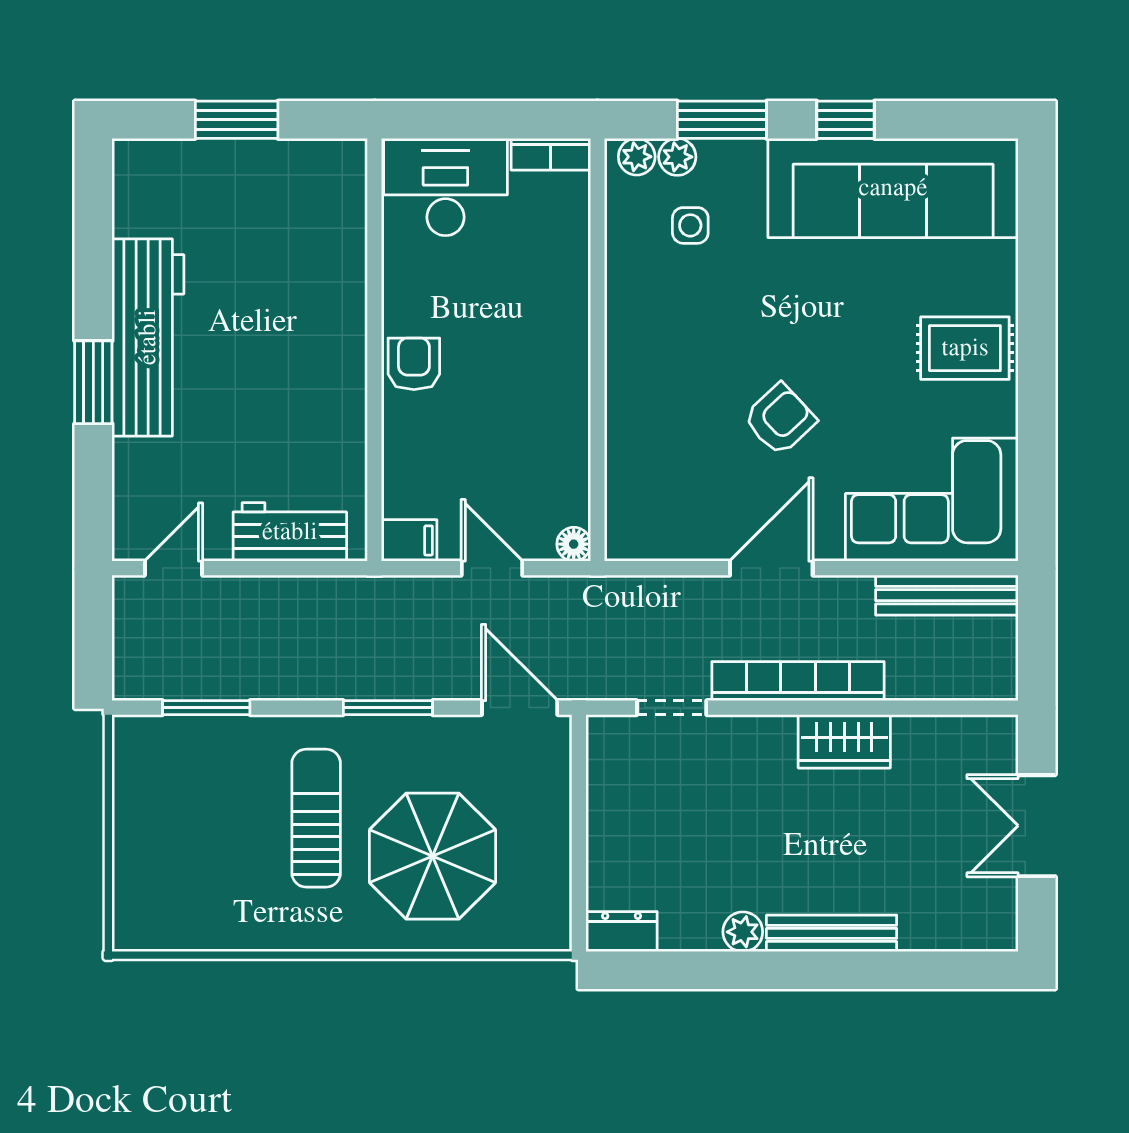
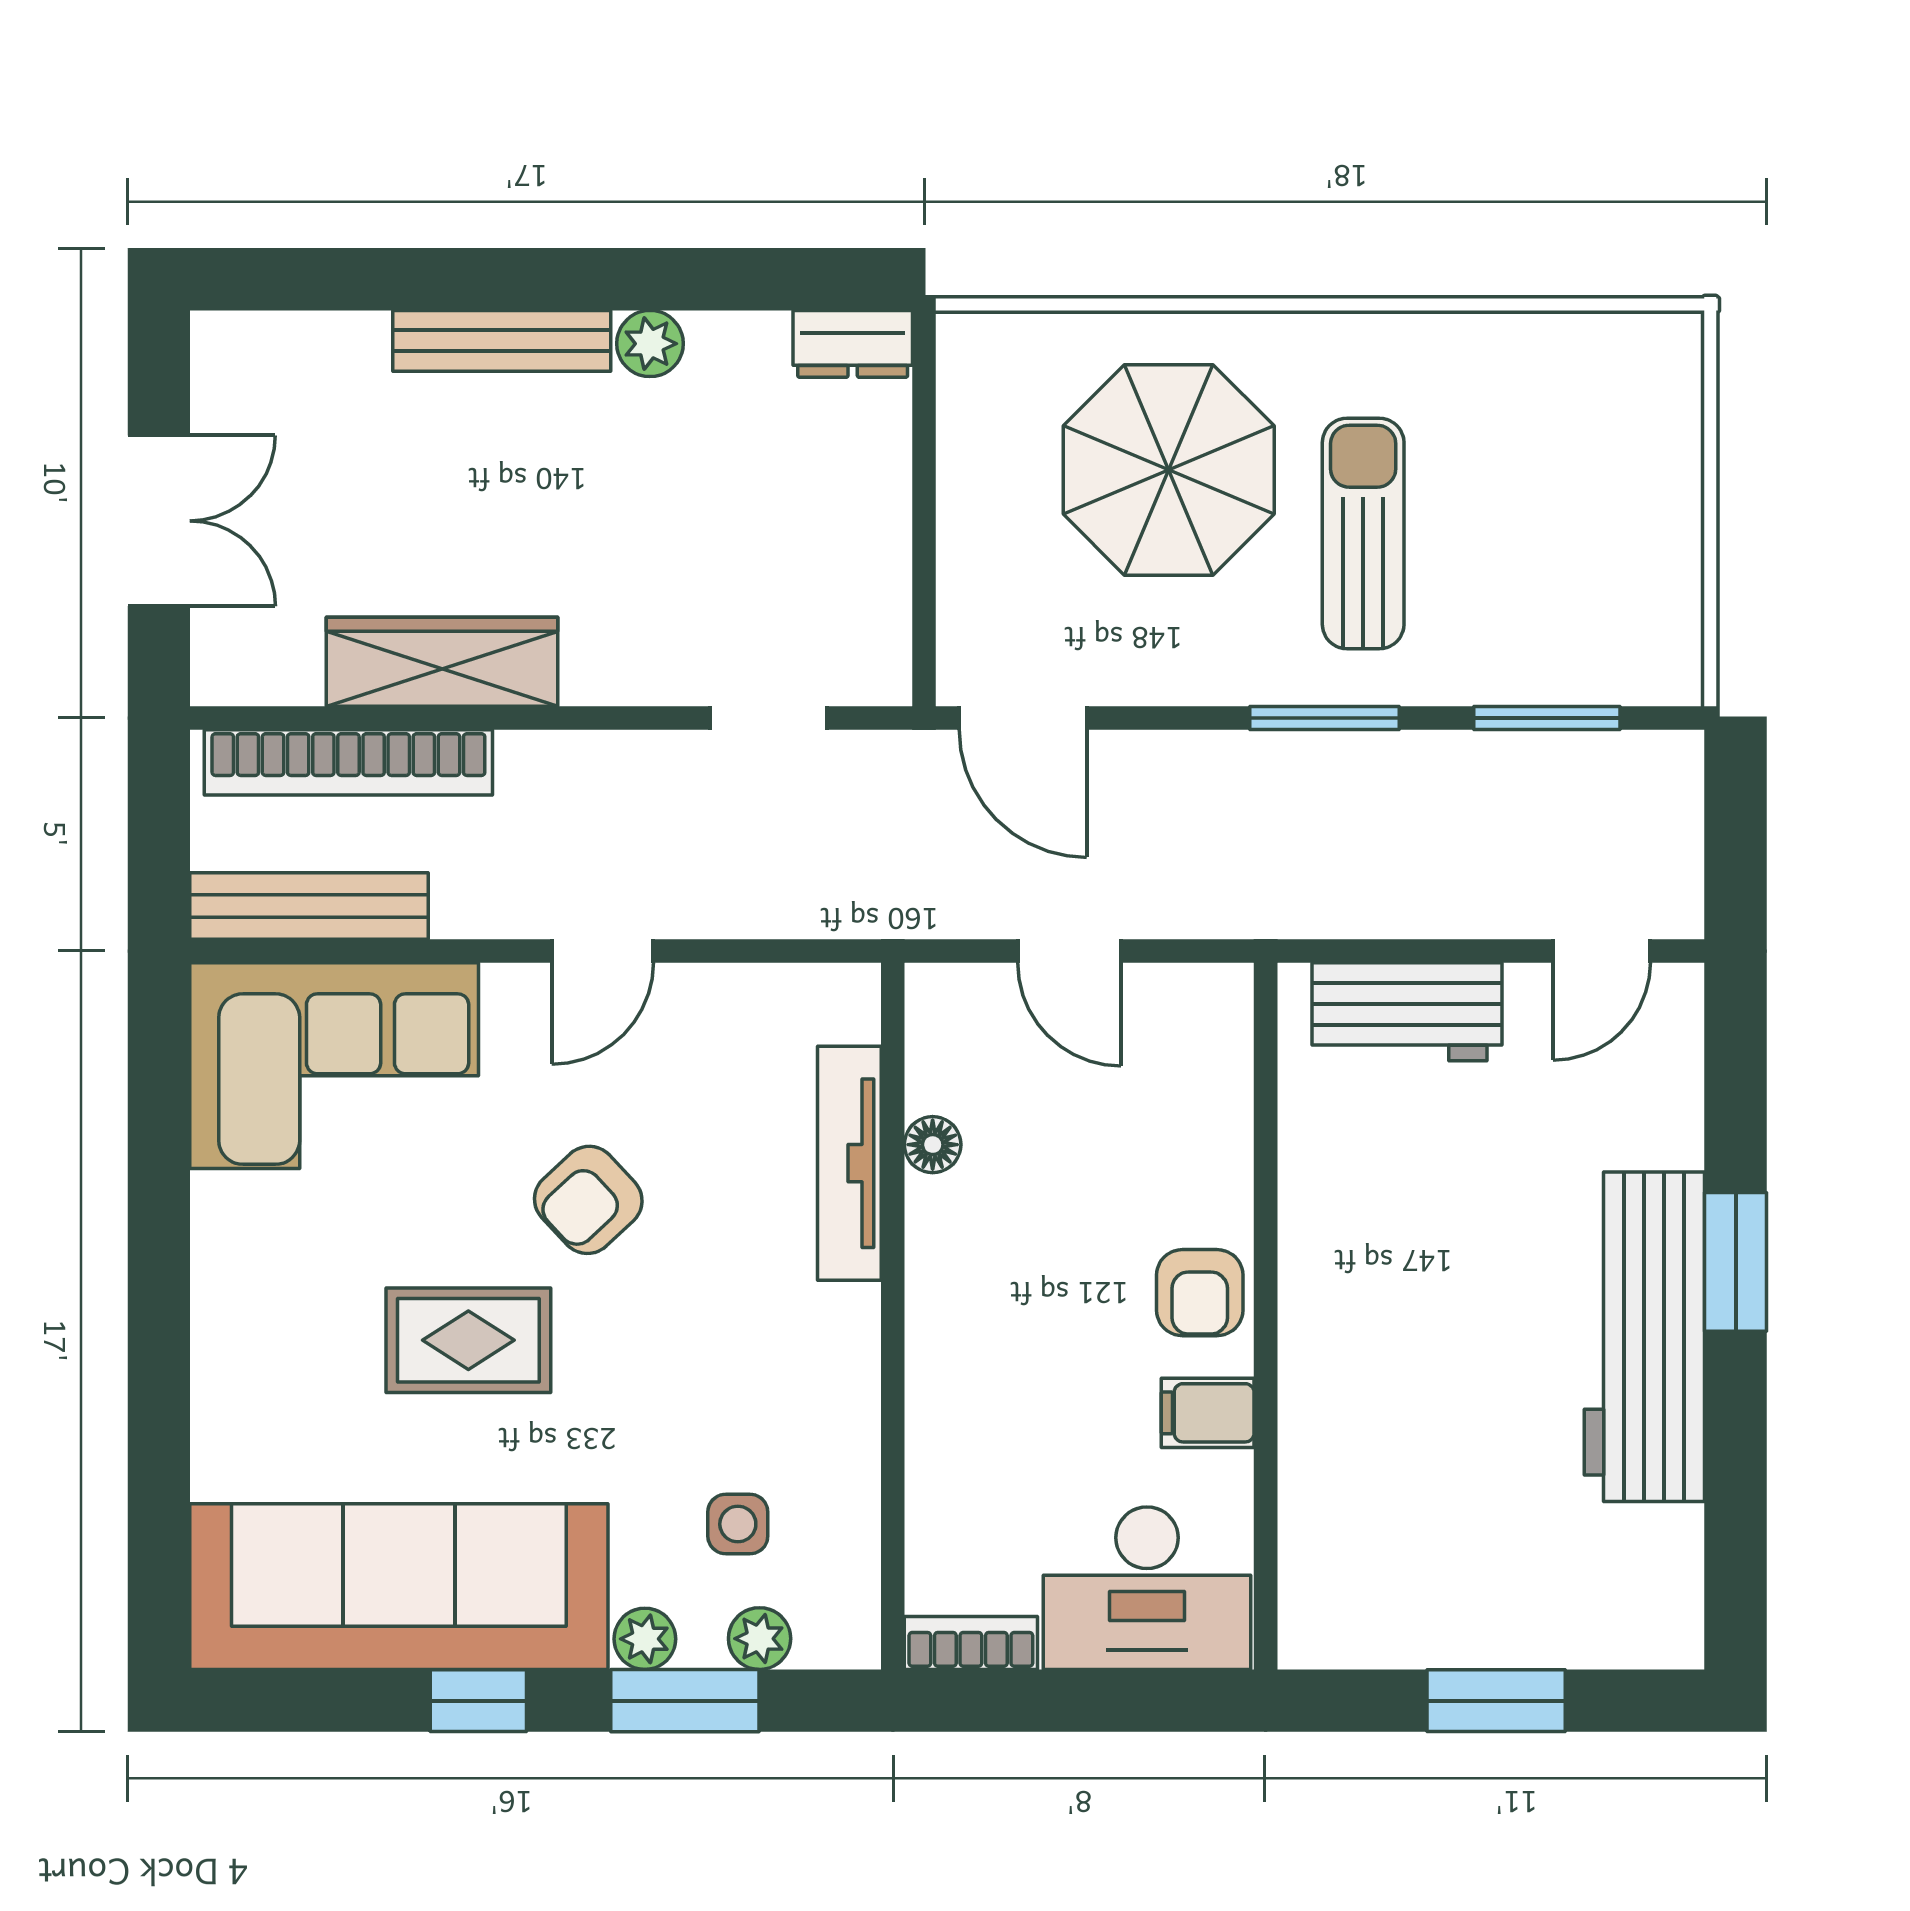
plant: (637, 157) -> (645, 1639), moved
rug: (965, 348) -> (468, 1340), moved
tv unit: (623, 441) -> (849, 1163), added
filing cabinet: (409, 540) -> (1208, 1413), moved
floor lamp: (574, 544) -> (933, 1145), moved
door: (771, 568) -> (603, 951), width x0.73
bookcase: (798, 681) -> (348, 762), moved
window: (388, 708) -> (1325, 718), moved
wardrobe: (844, 741) -> (442, 662), width x1.50
sun lounger: (316, 818) -> (1363, 533), turned 180

